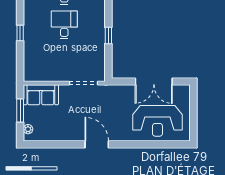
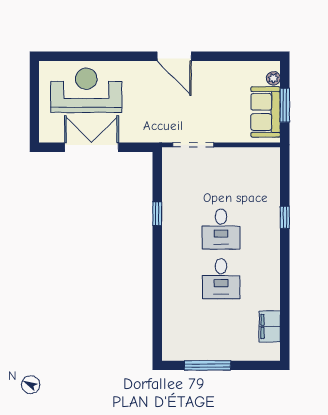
sofa: (41, 95) -> (266, 112), moved, turned -90

